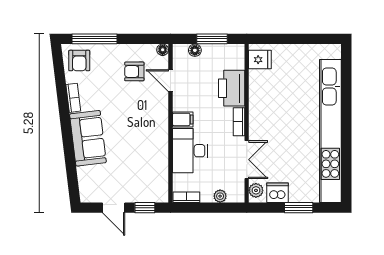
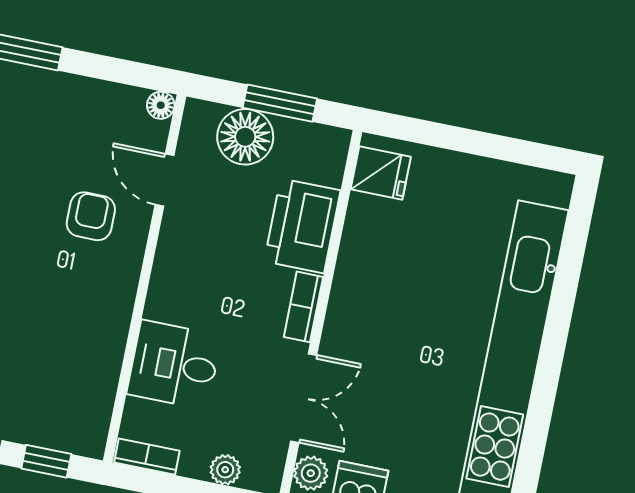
floor lamp: (195, 50) -> (245, 137), width x1.89, depth x1.89
armchair: (134, 71) -> (91, 216), moved, turned 90
filing cabinet: (183, 119) -> (175, 275), removed
desk: (190, 151) -> (174, 365), width x0.73

